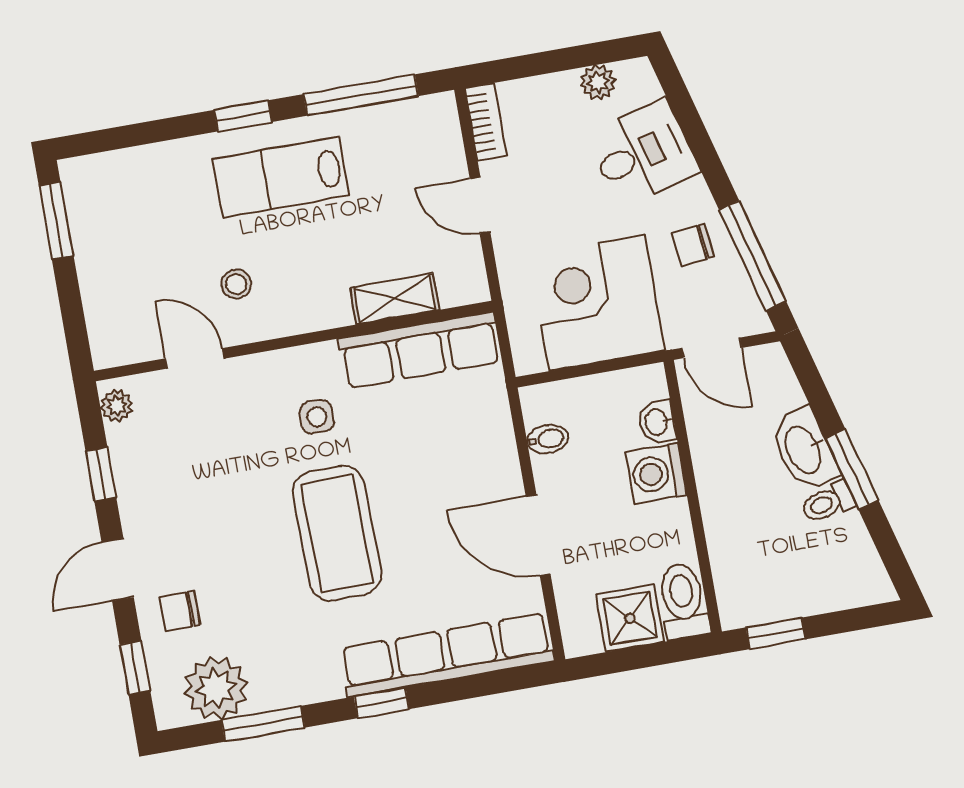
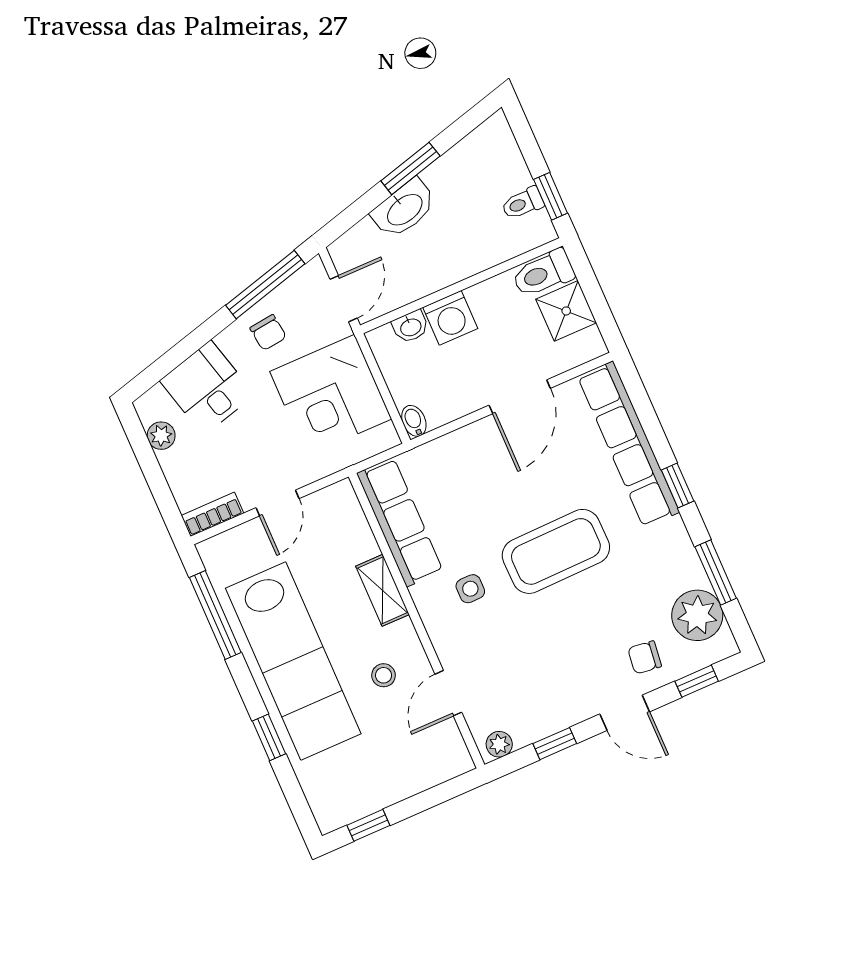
window: (243, 116) -> (269, 737), moved
lab bench: (281, 177) -> (293, 661), width x1.86, depth x1.39
window: (56, 220) -> (368, 825), width x0.67
shelving: (395, 299) -> (382, 590), moved
bidet: (548, 439) -> (414, 421), moved
toilet: (828, 502) -> (523, 203), moved, turned 105
chair: (180, 611) -> (645, 657), turned 97

